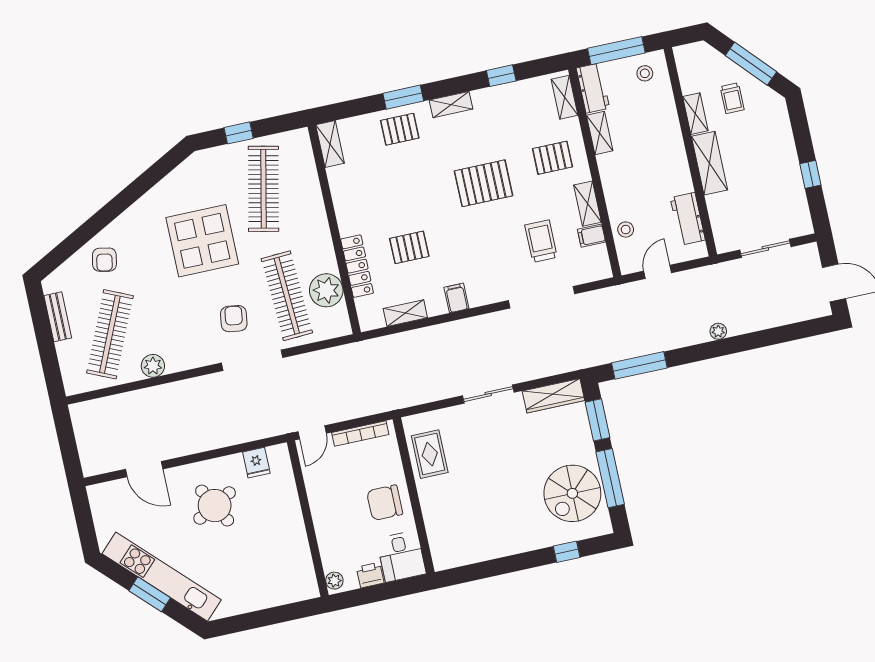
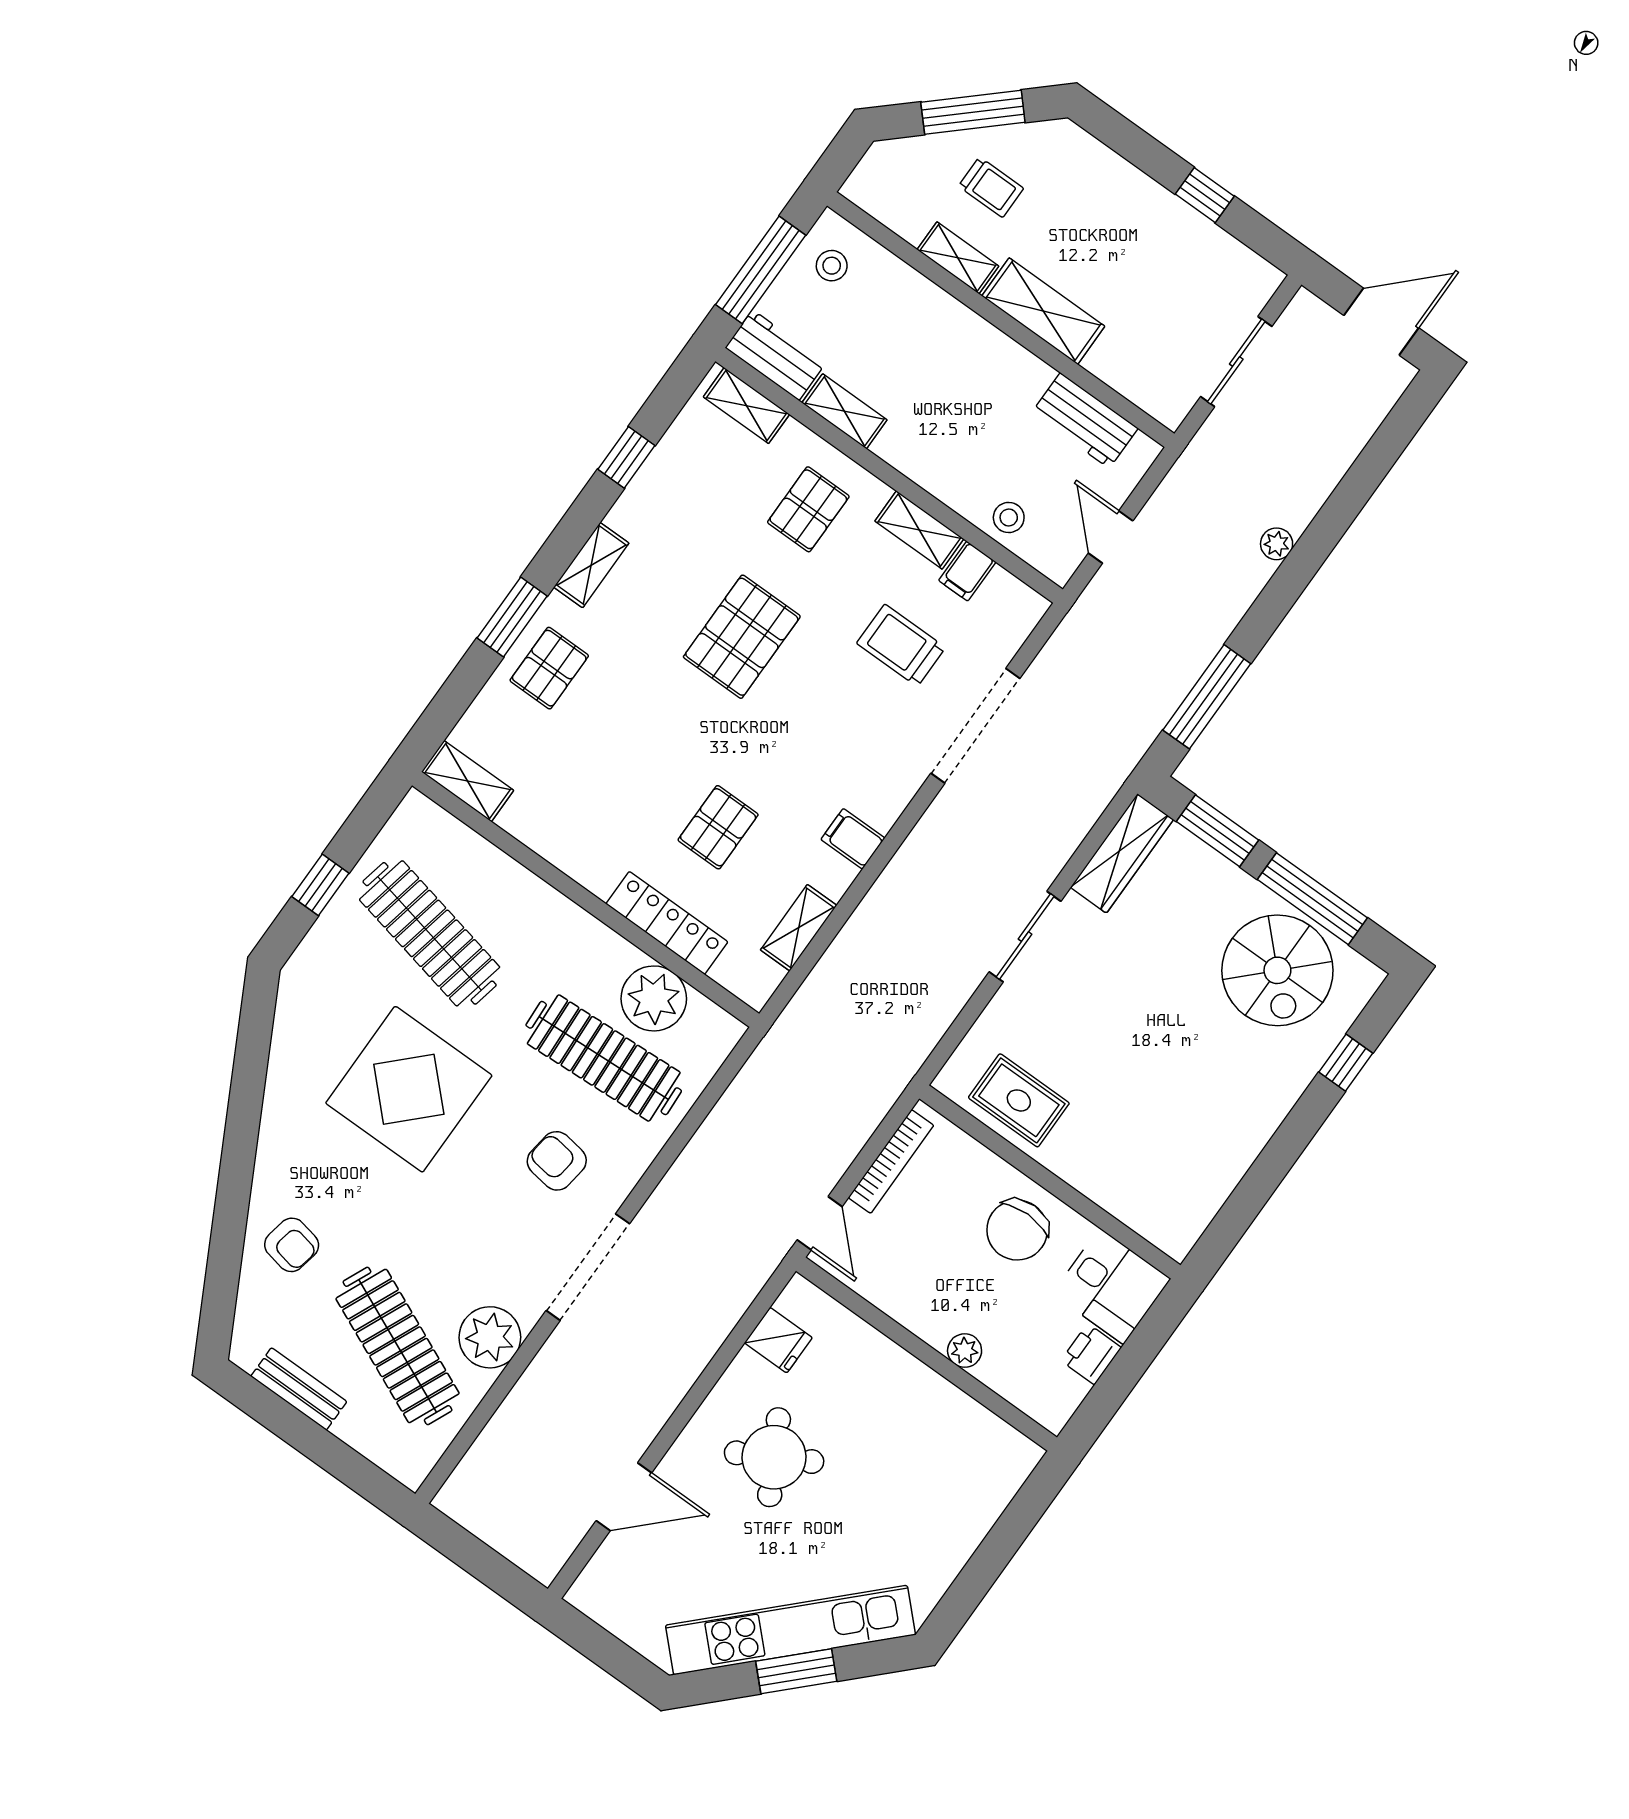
doorway: (252, 360) -> (588, 1267), moved
plant: (153, 366) -> (490, 1337), width x1.36, depth x1.36
plant: (334, 581) -> (965, 1351), moved

